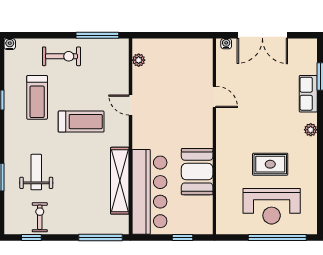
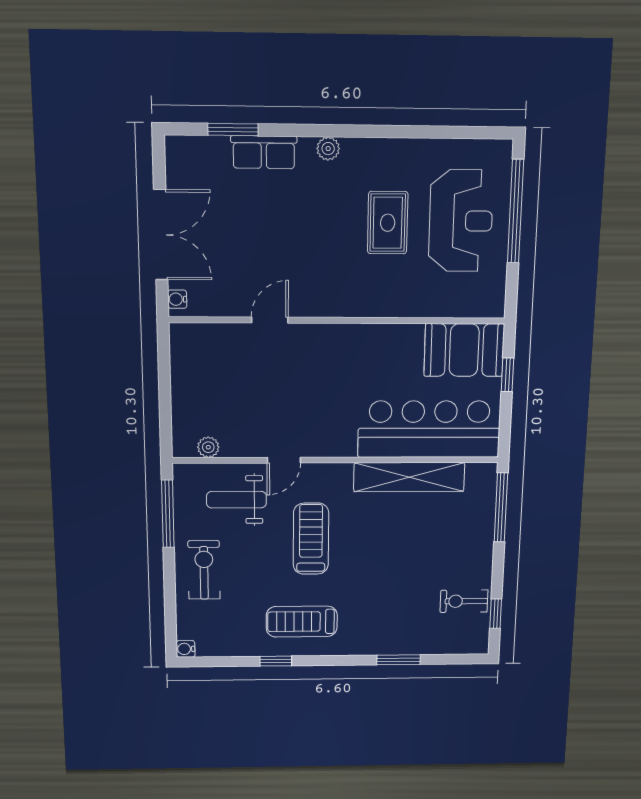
treadmill: (37, 97) -> (302, 622), moved, turned 180
weight bench: (36, 172) -> (236, 500), moved
booth: (197, 172) -> (464, 350), moved

